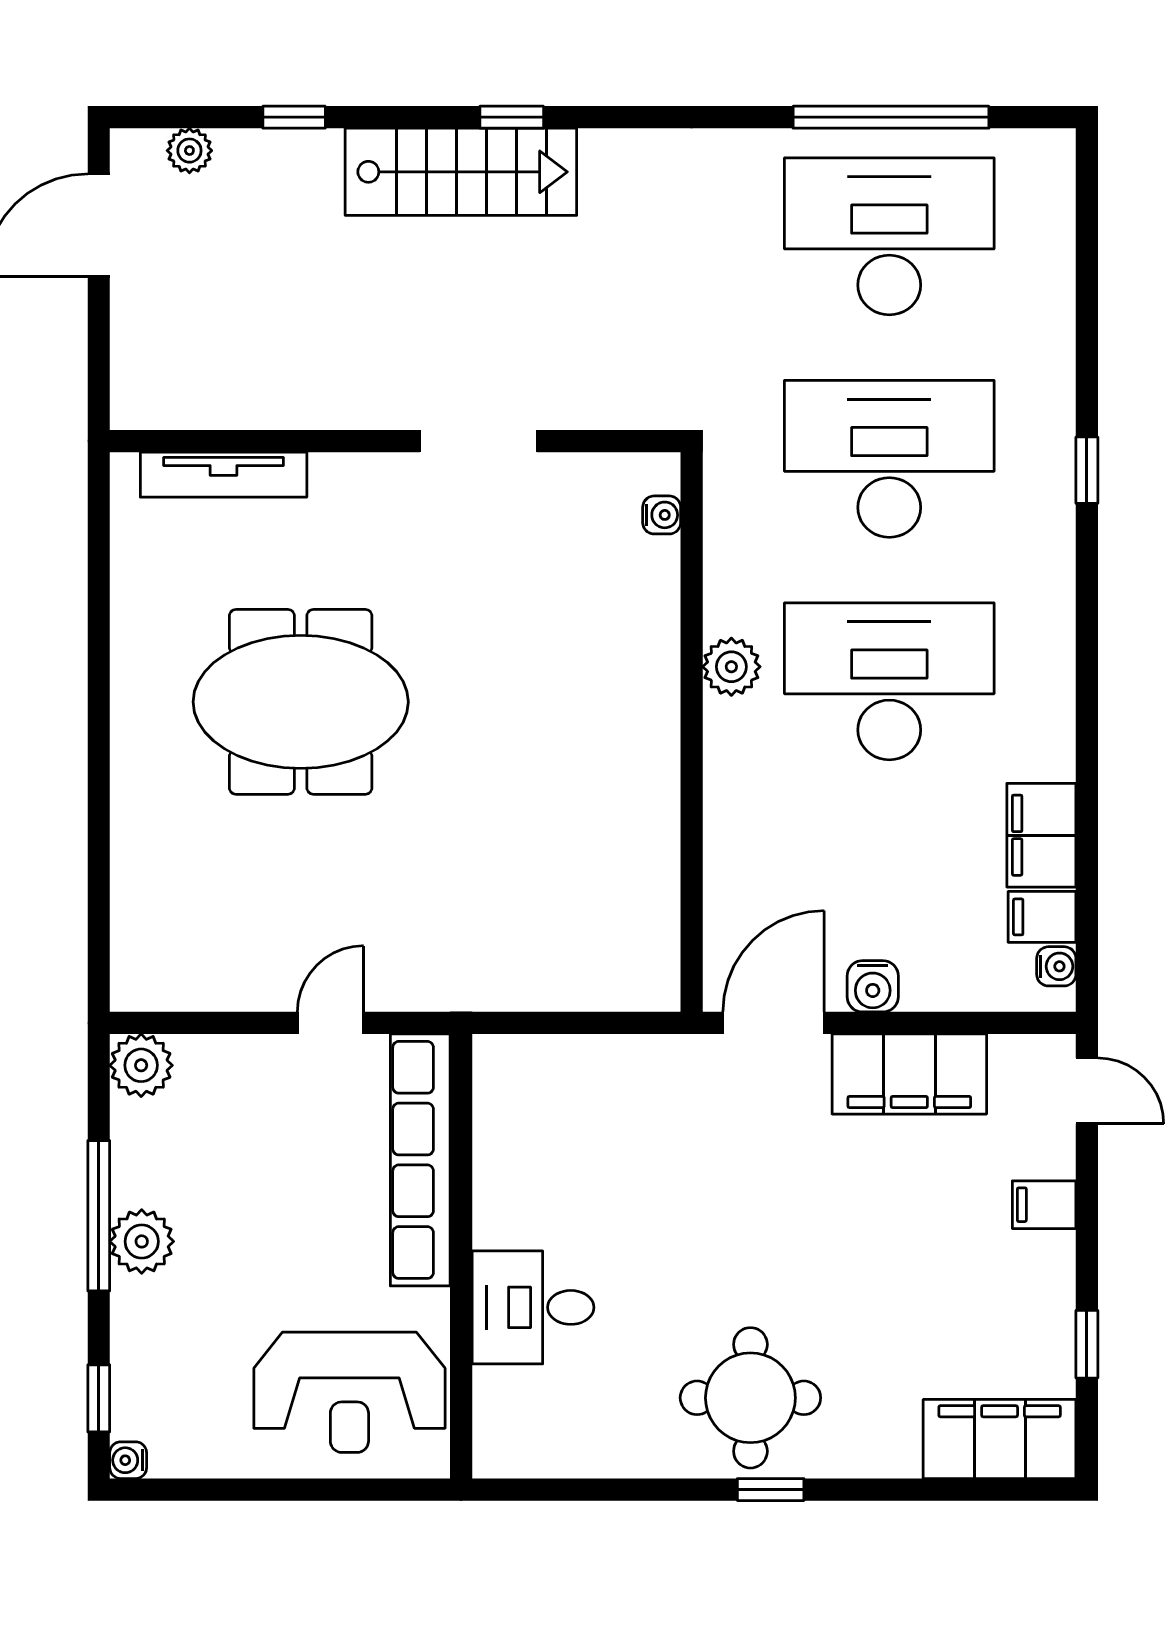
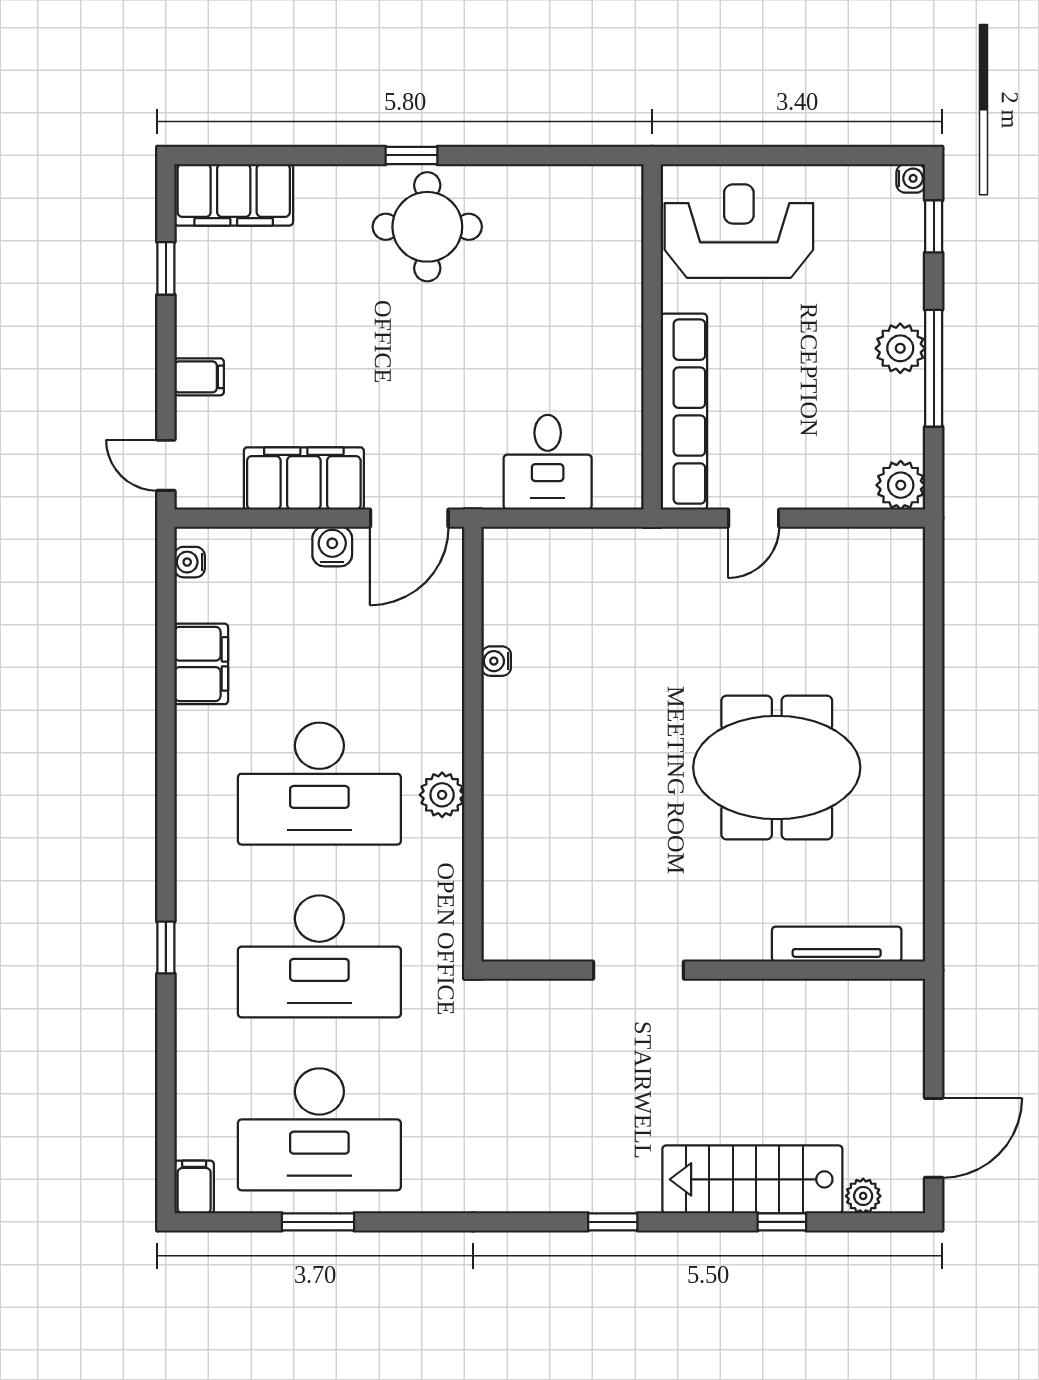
window: (891, 117) -> (318, 1222), width x0.47
stairs: (461, 172) -> (752, 1179), moved
water cooler: (662, 515) -> (496, 661), moved
filing cabinet: (1042, 917) -> (194, 1187), moved, turned -90
desk: (533, 1307) -> (548, 462), moved, turned 90

